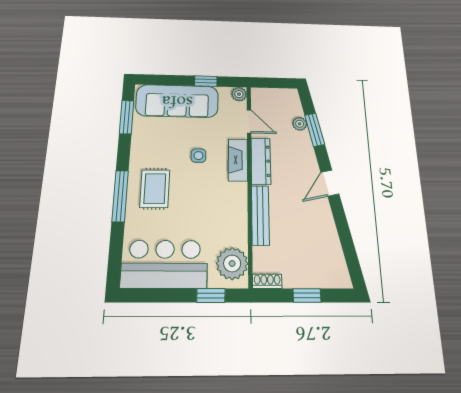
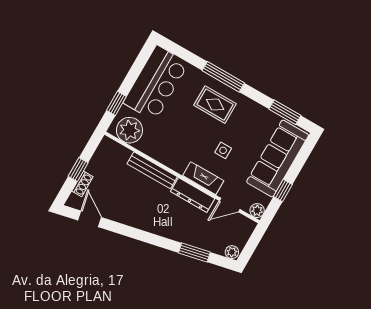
plant: (300, 124) -> (232, 252), moved
door: (330, 183) -> (90, 219), moved
shoe rack: (267, 281) -> (82, 184), moved

